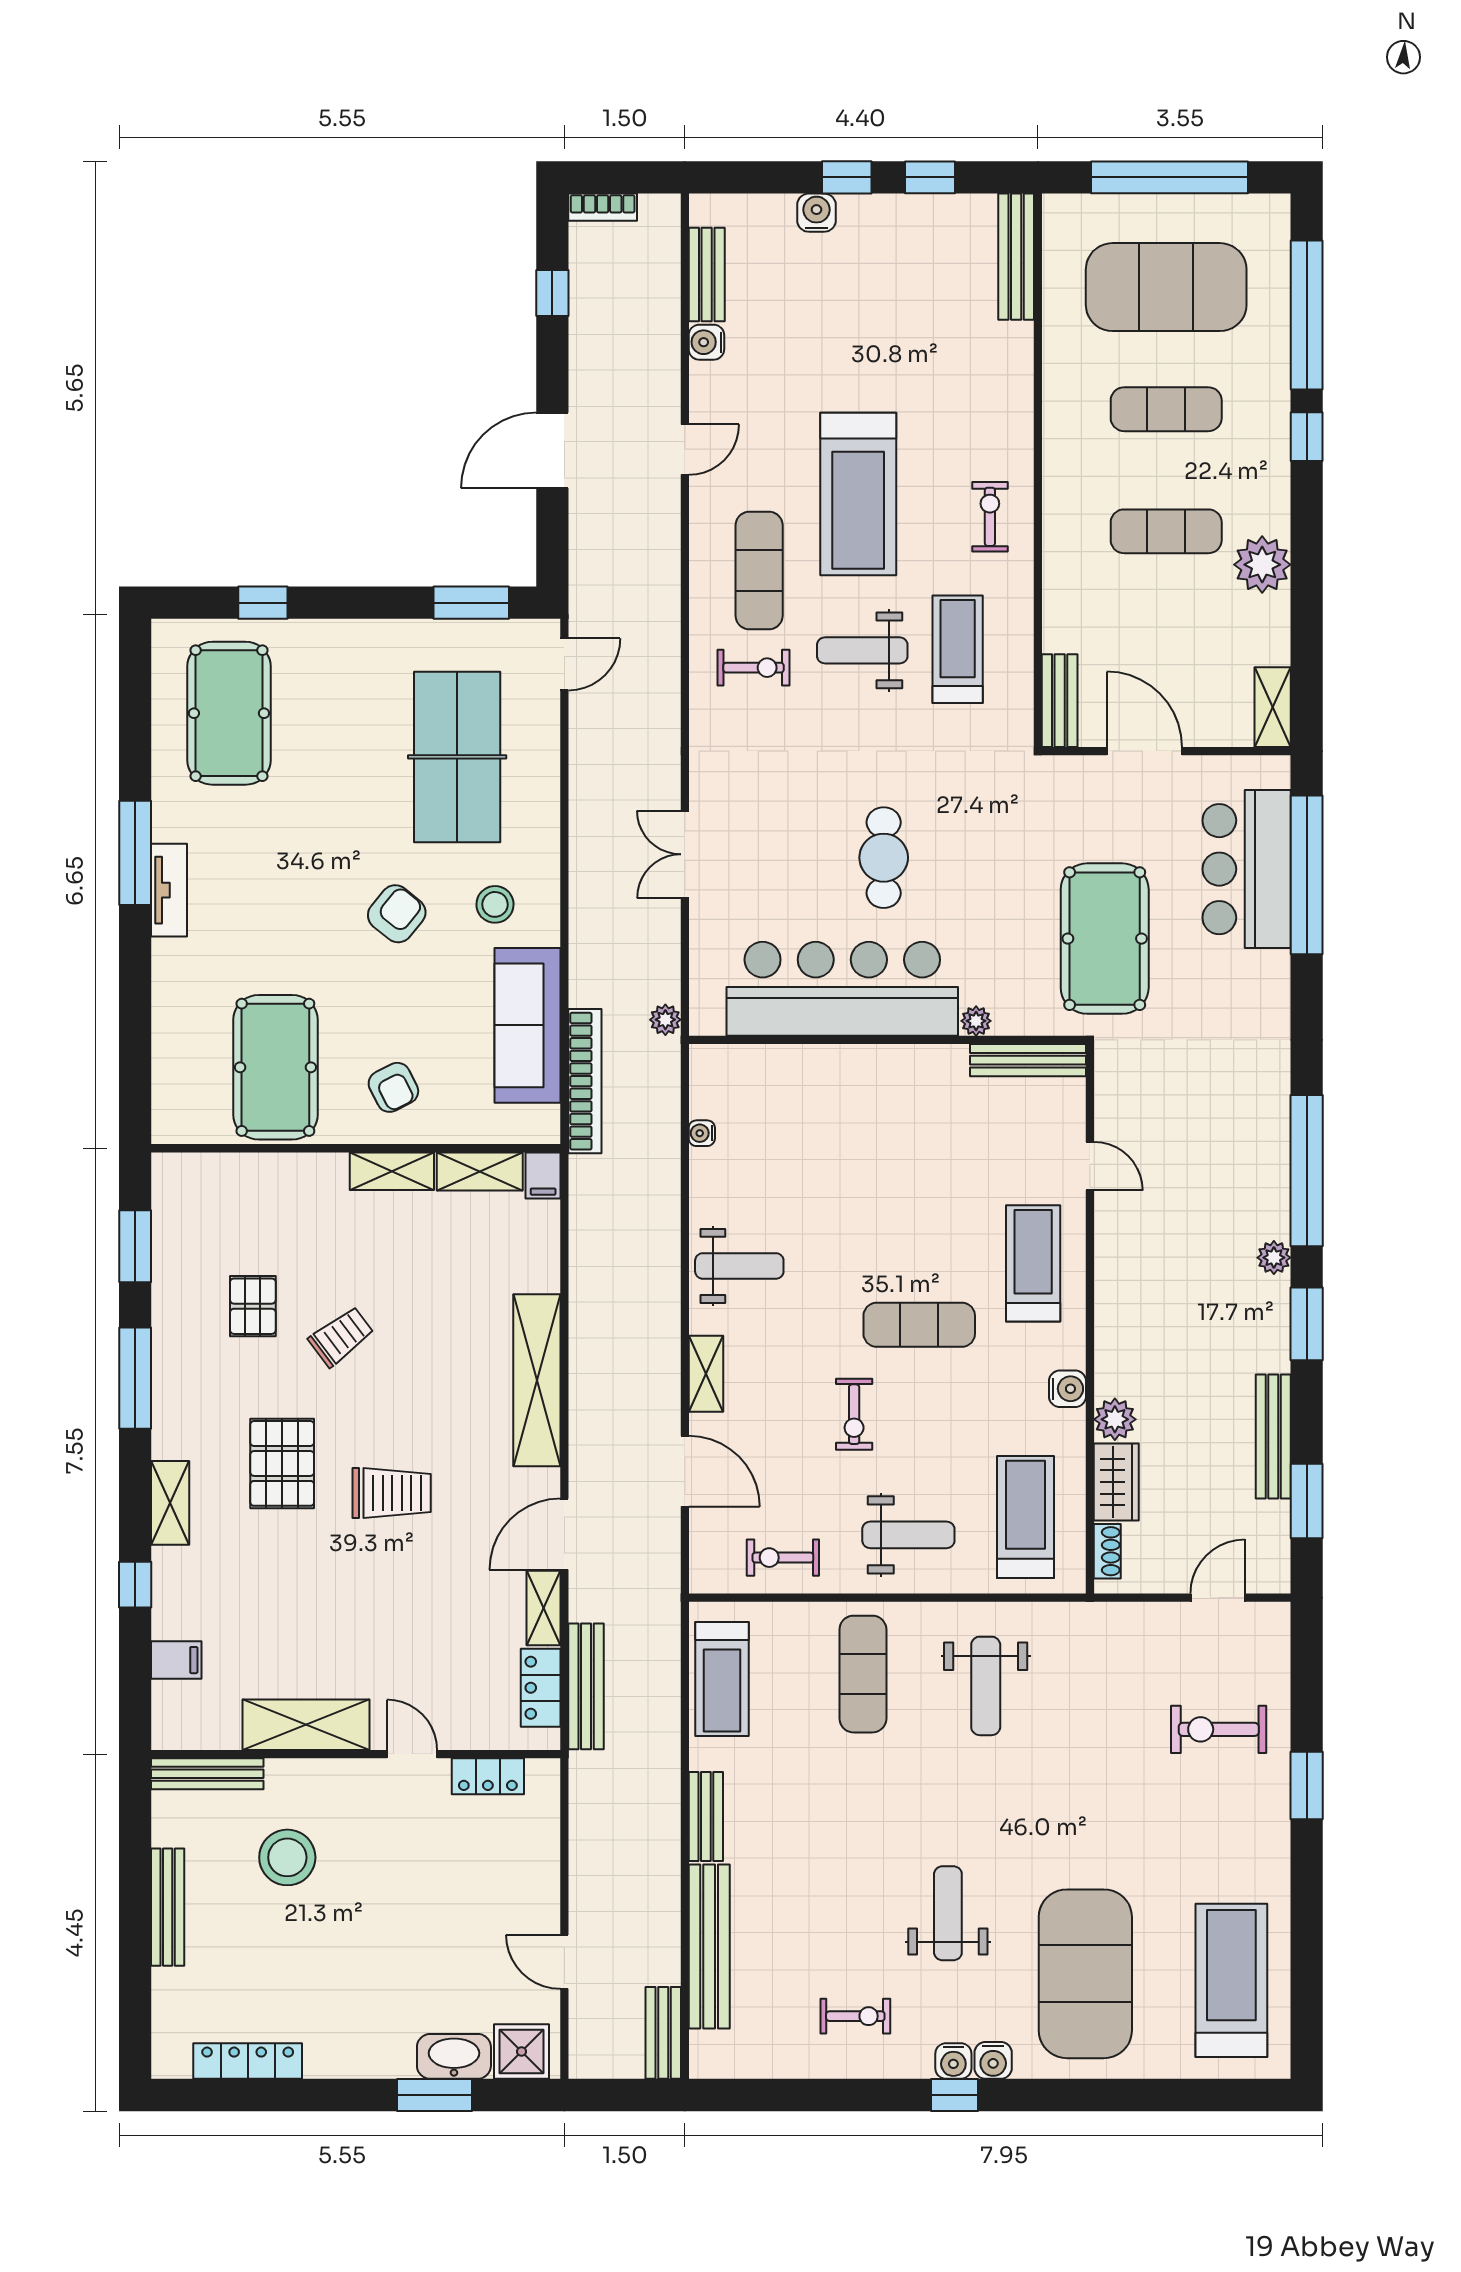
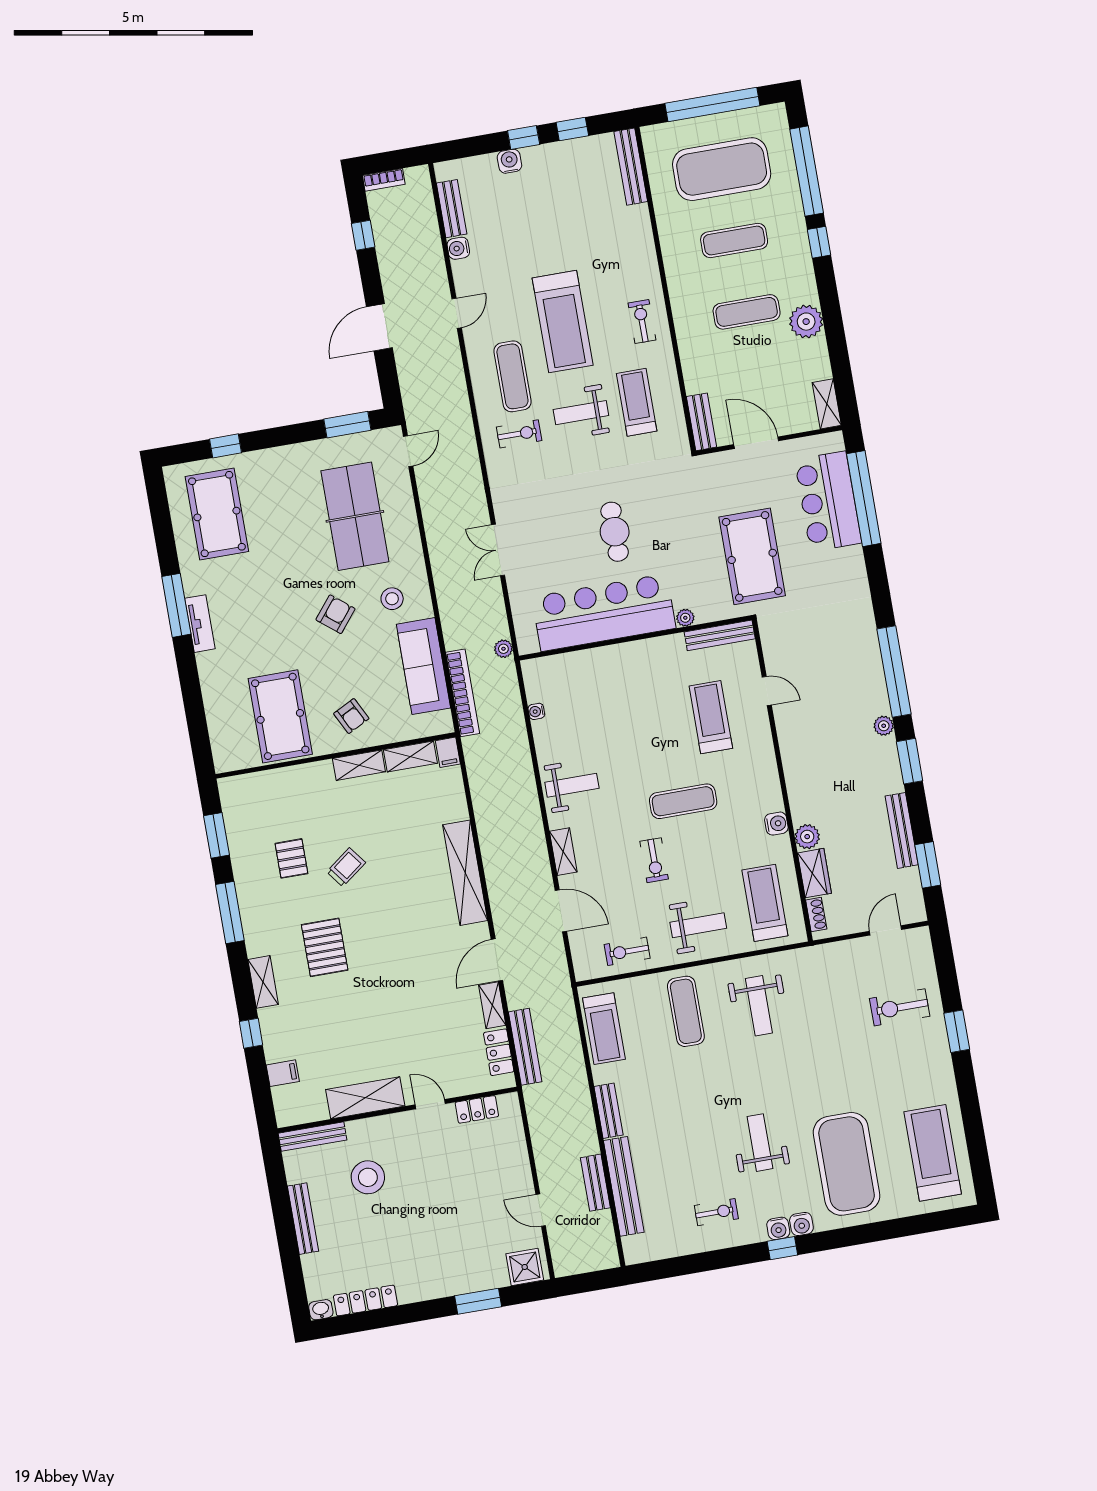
treadmill: (1033, 1263) -> (711, 717), moved
trolley: (392, 1493) -> (392, 954), removed
bench: (663, 2033) -> (595, 1183), moved
washbasin: (454, 2056) -> (321, 1310), moved, width x0.52, depth x0.69

